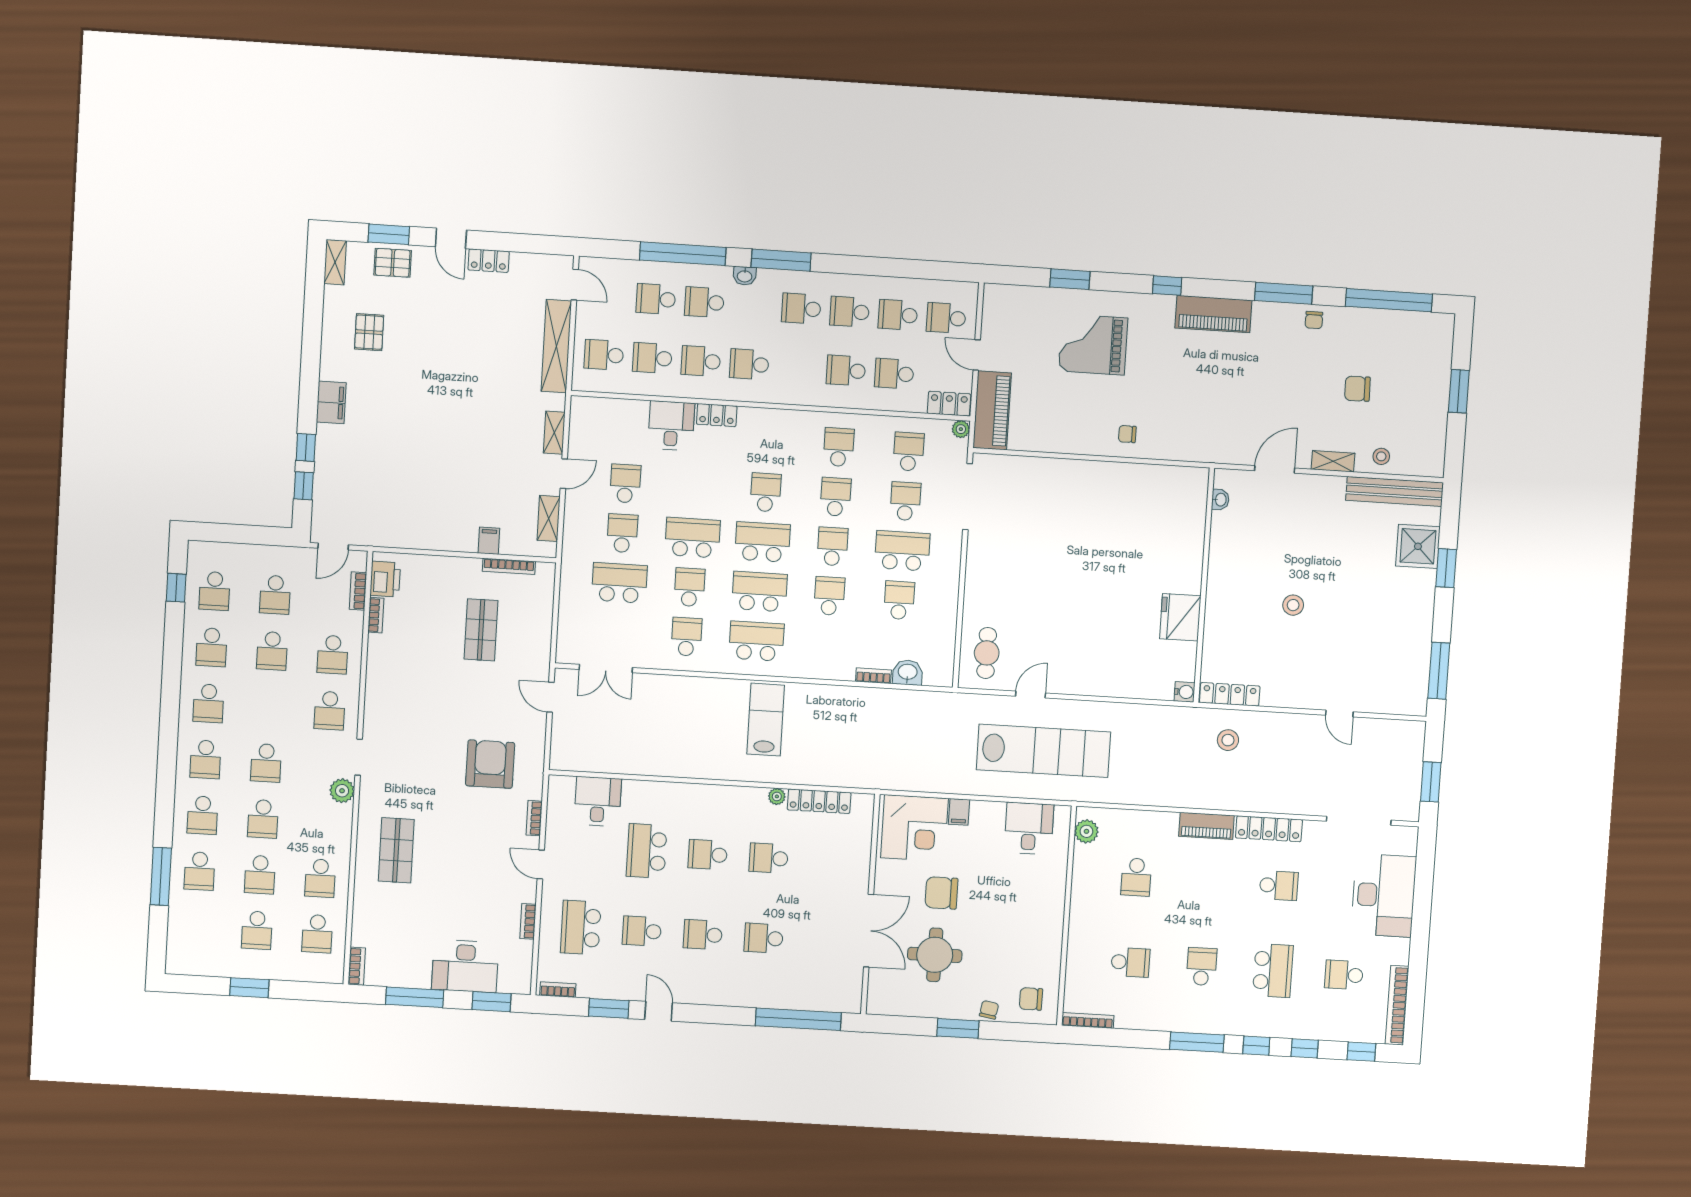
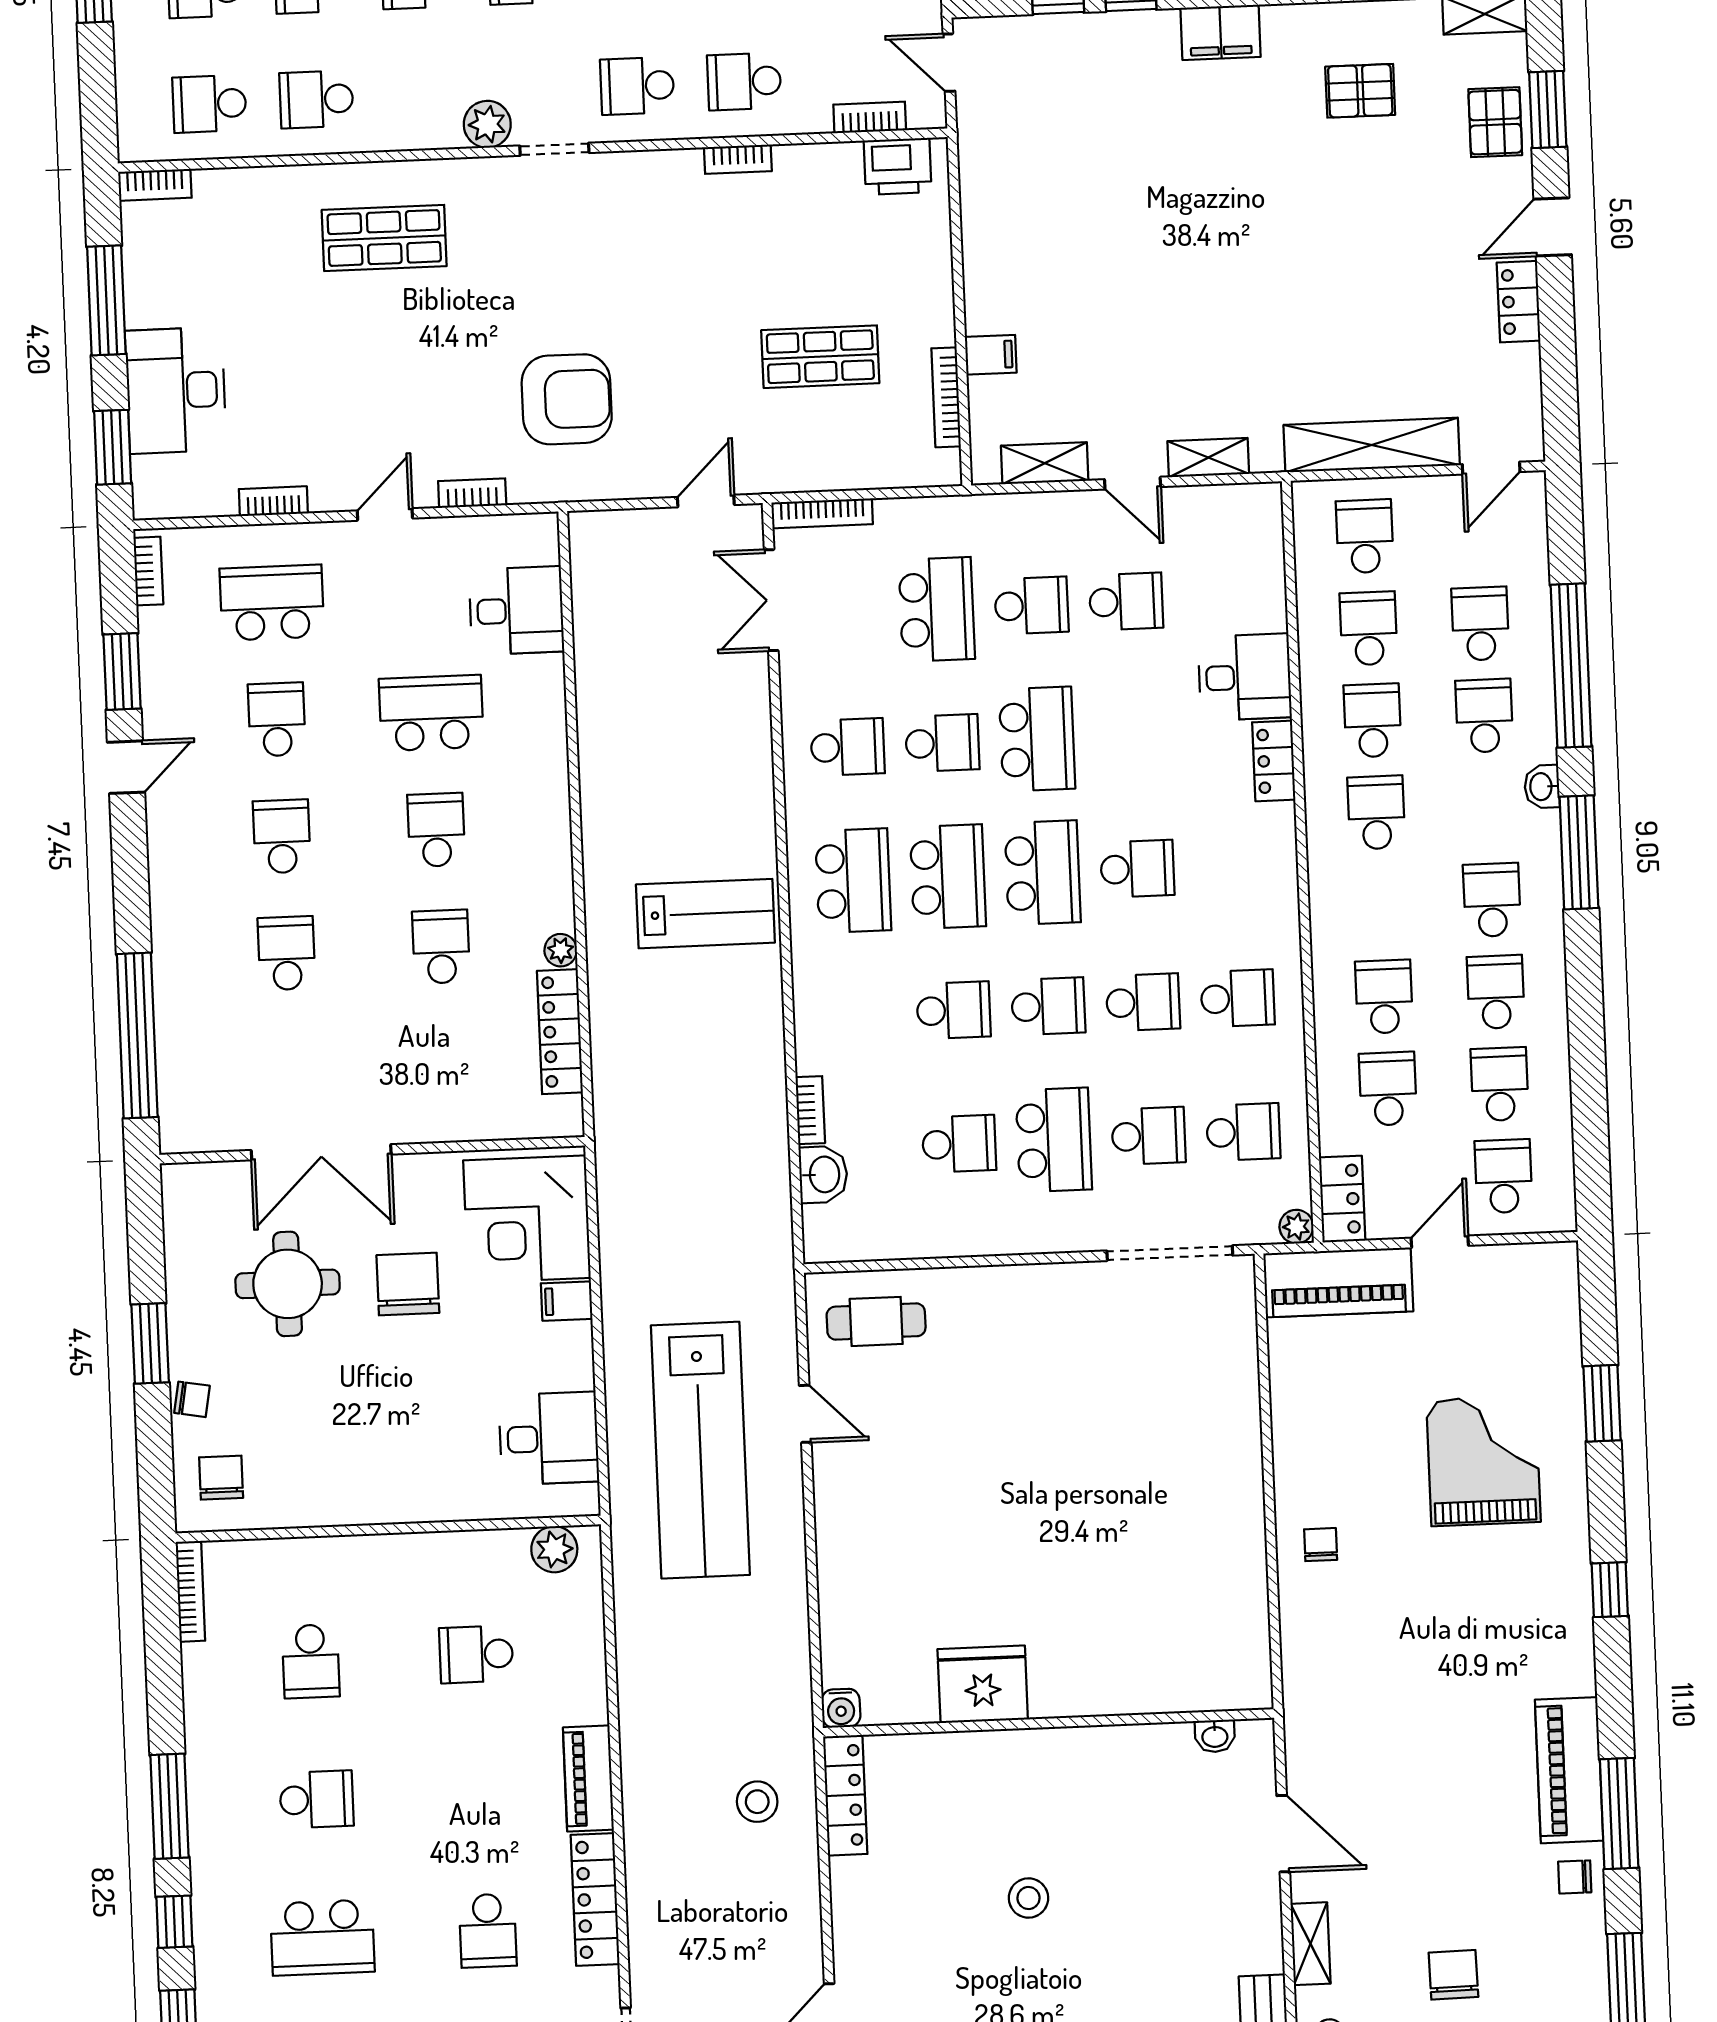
piano: (1213, 314) -> (1569, 1770), moved
bookcase: (376, 615) -> (738, 159), moved
bookcase: (563, 637) -> (822, 513), added

